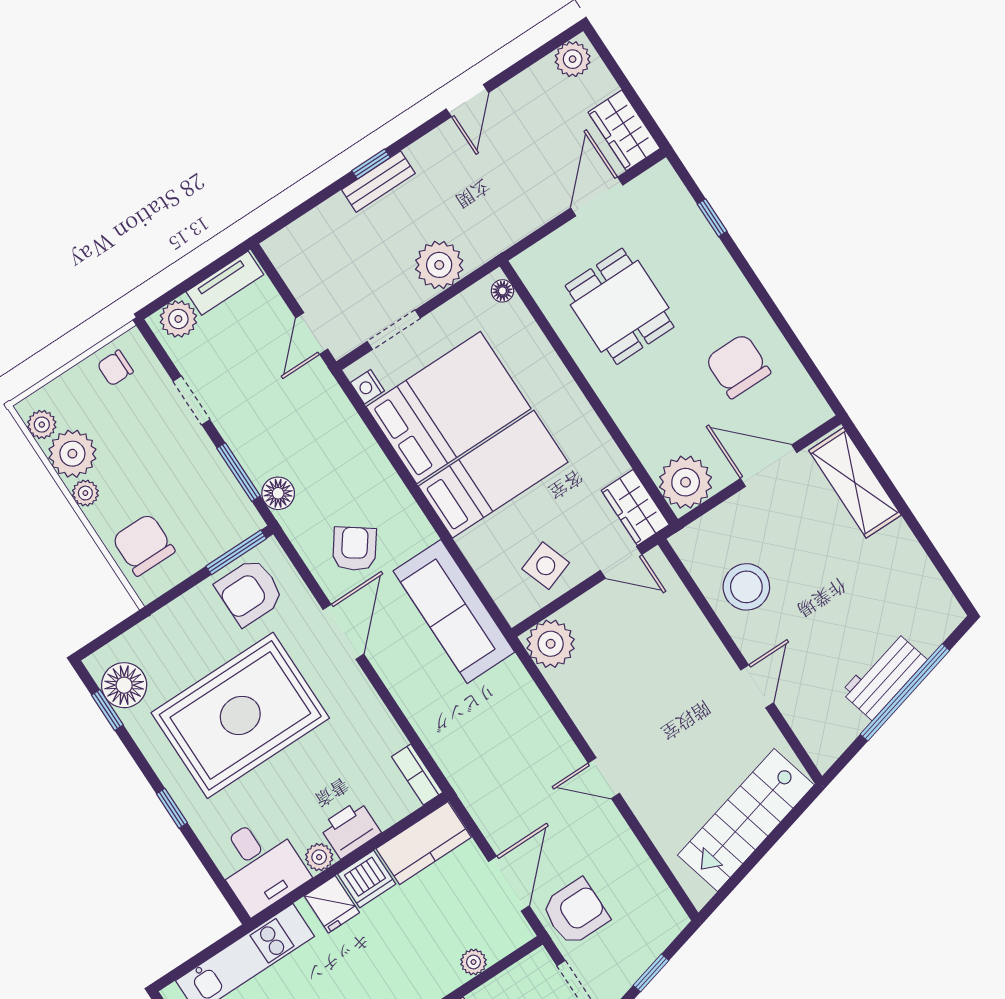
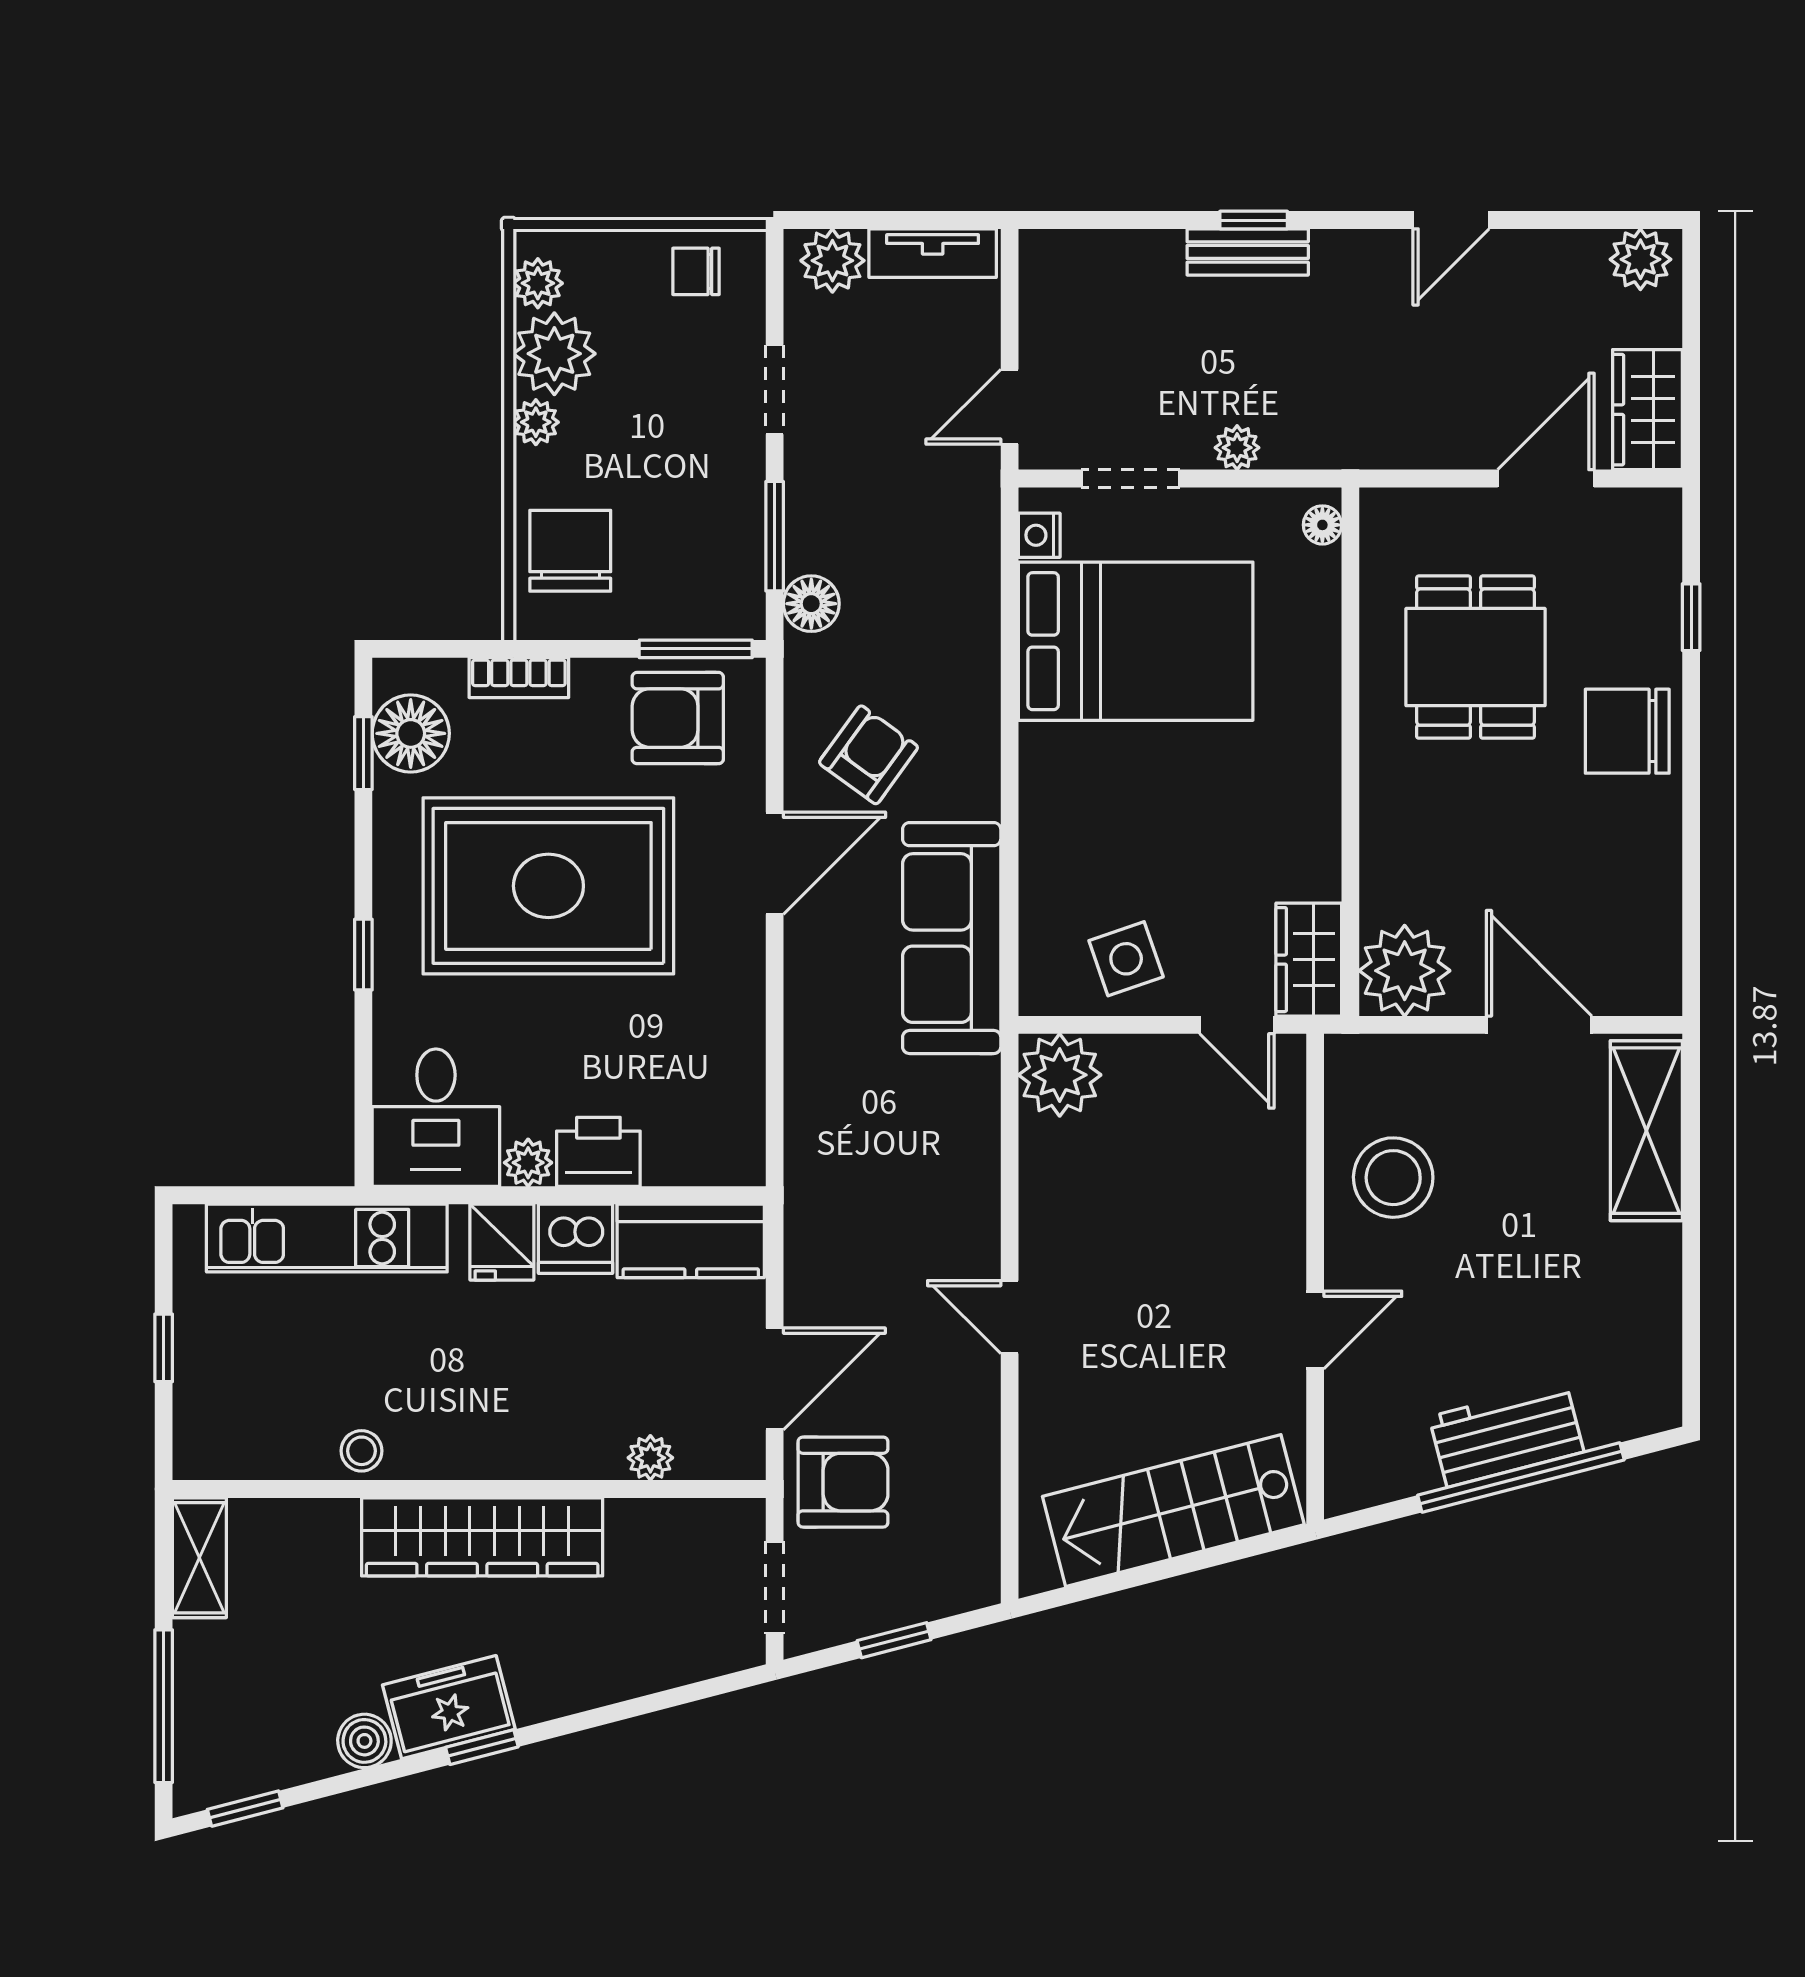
plant: (439, 265) -> (1237, 448), width x0.53, depth x0.53
chair: (738, 366) -> (1627, 731), moved, turned -90
bed: (493, 474) -> (1137, 778), removed
bookcase: (417, 775) -> (519, 678), moved, turned -90

